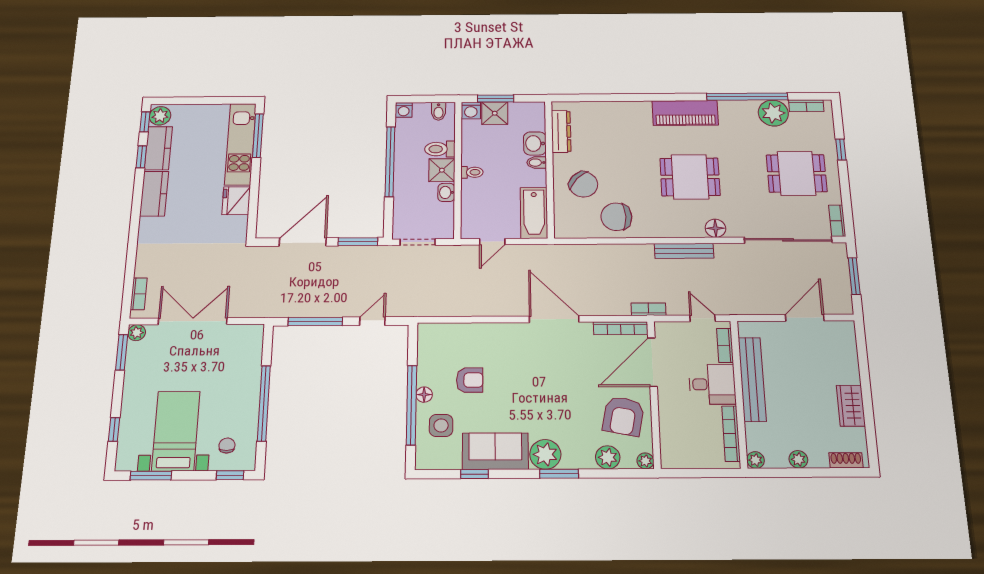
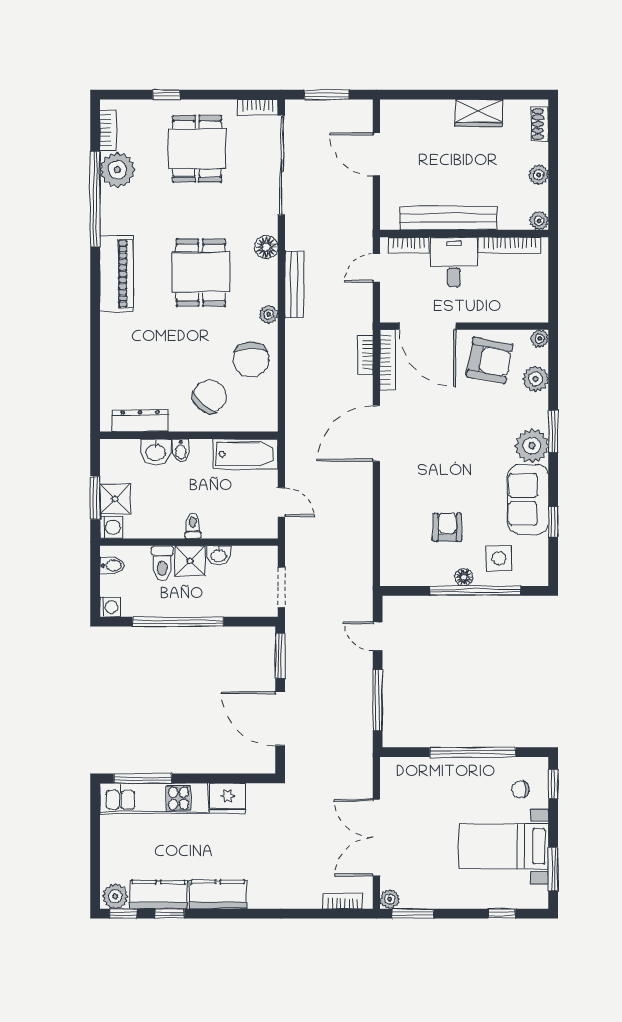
plant: (656, 231) -> (269, 314), added
bookcase: (649, 309) -> (365, 355), moved

